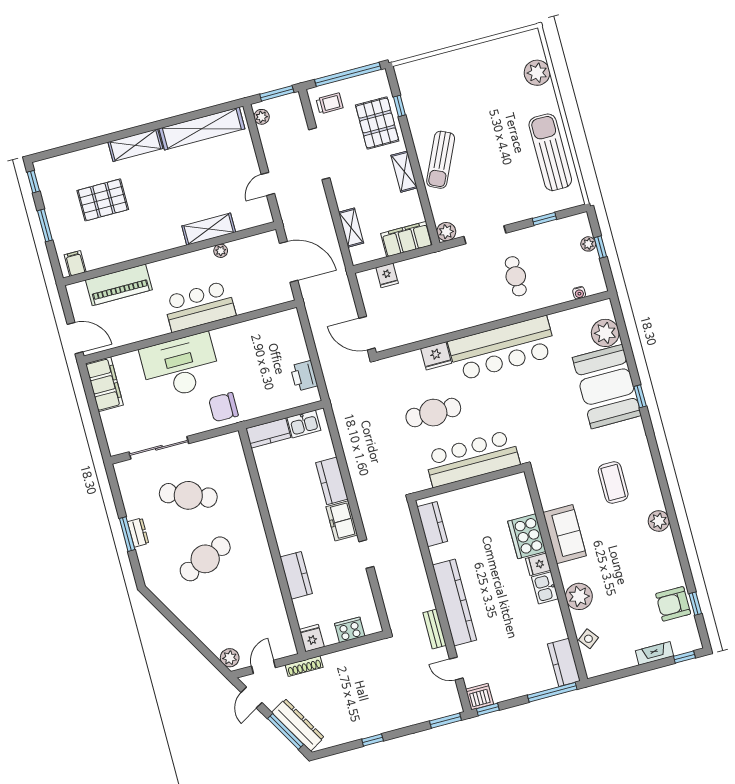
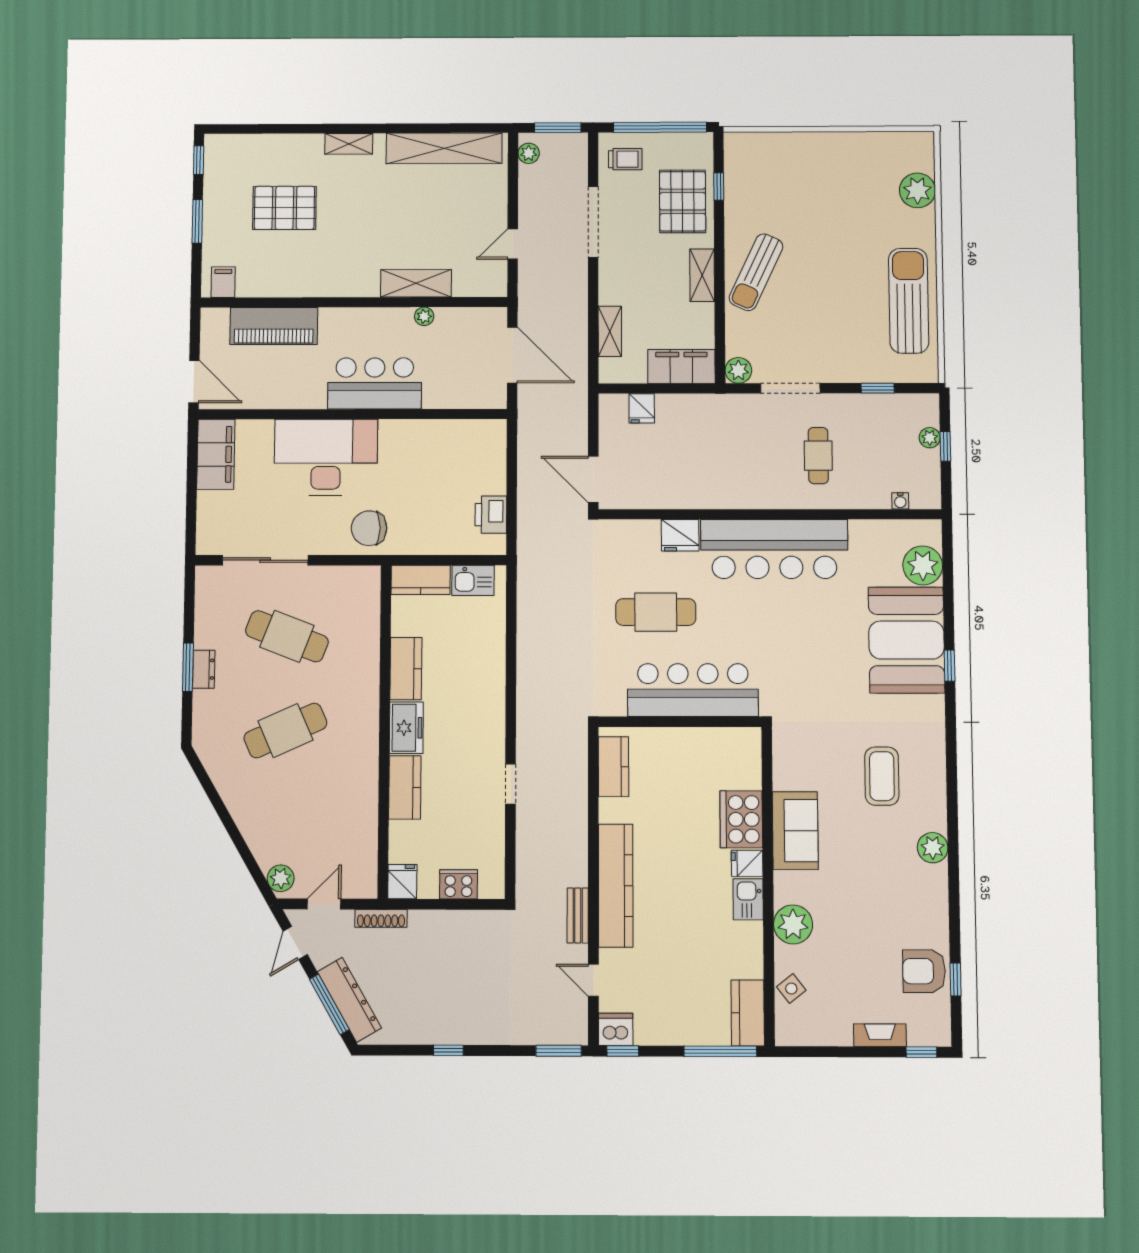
shelving: (135, 145) -> (349, 144), width x0.67, depth x0.75
kitchen counter: (332, 481) -> (406, 669), moved, turned 180
freezer: (342, 521) -> (406, 728), moved, turned 180

